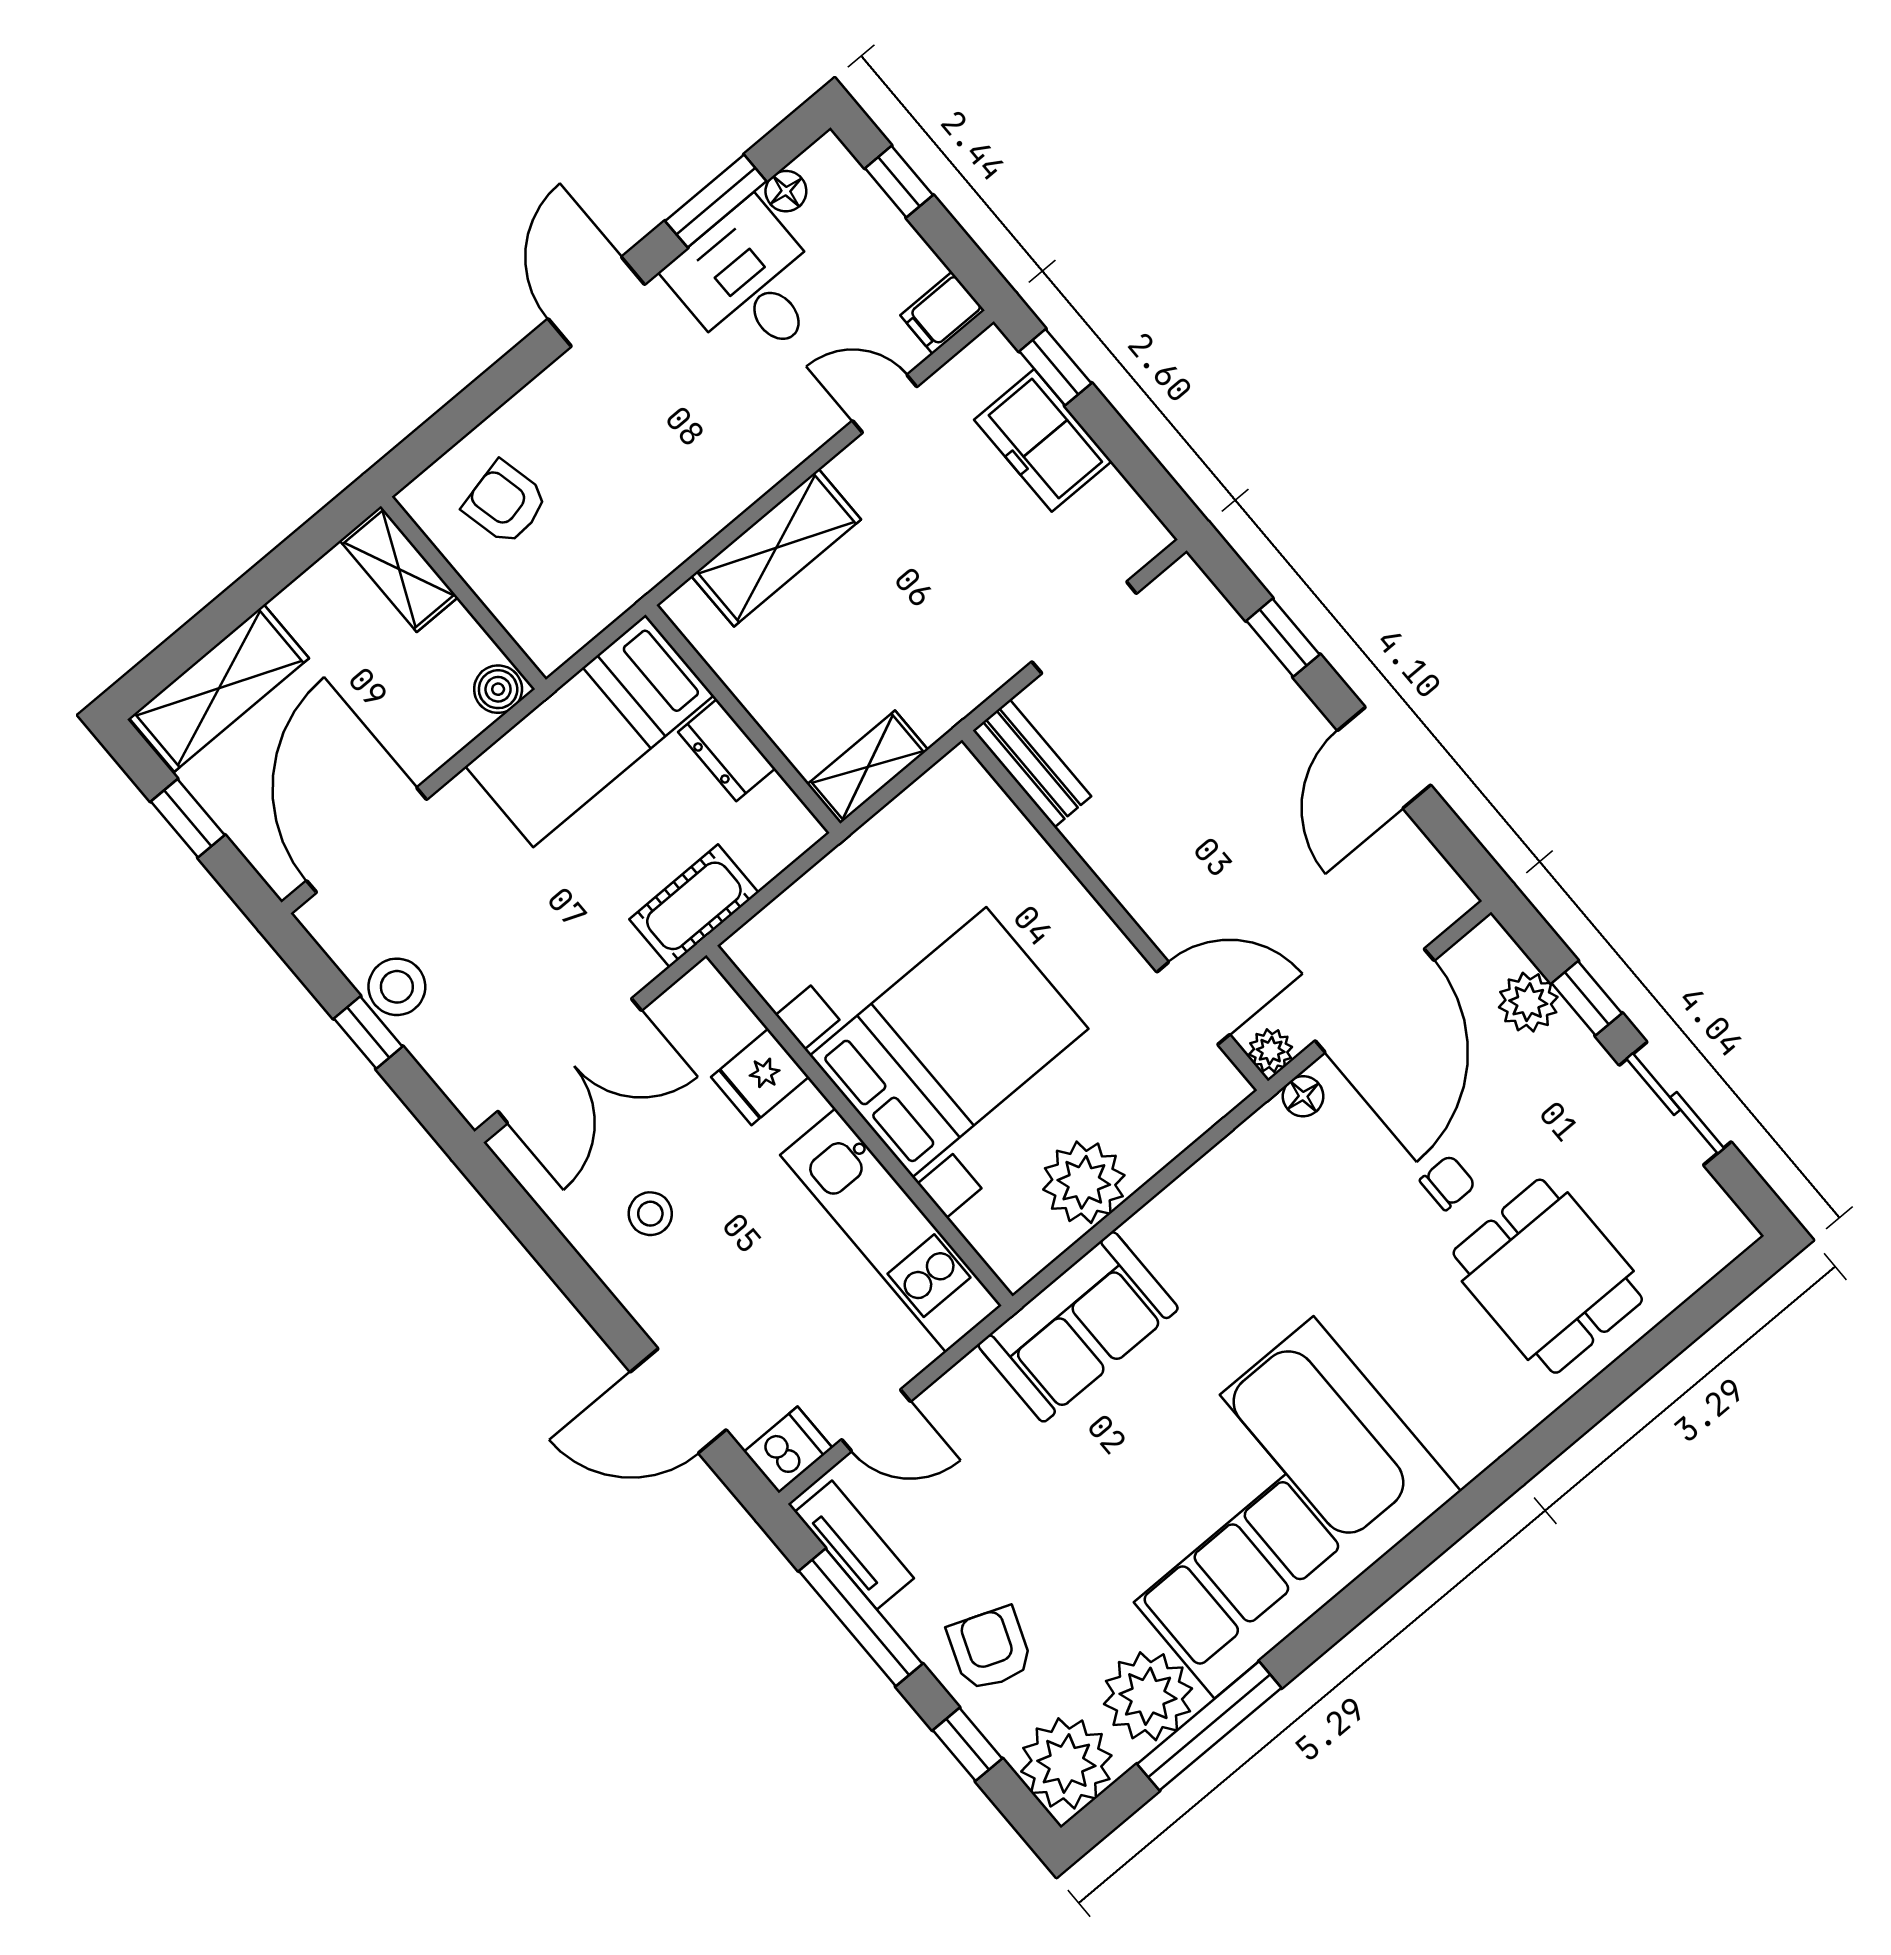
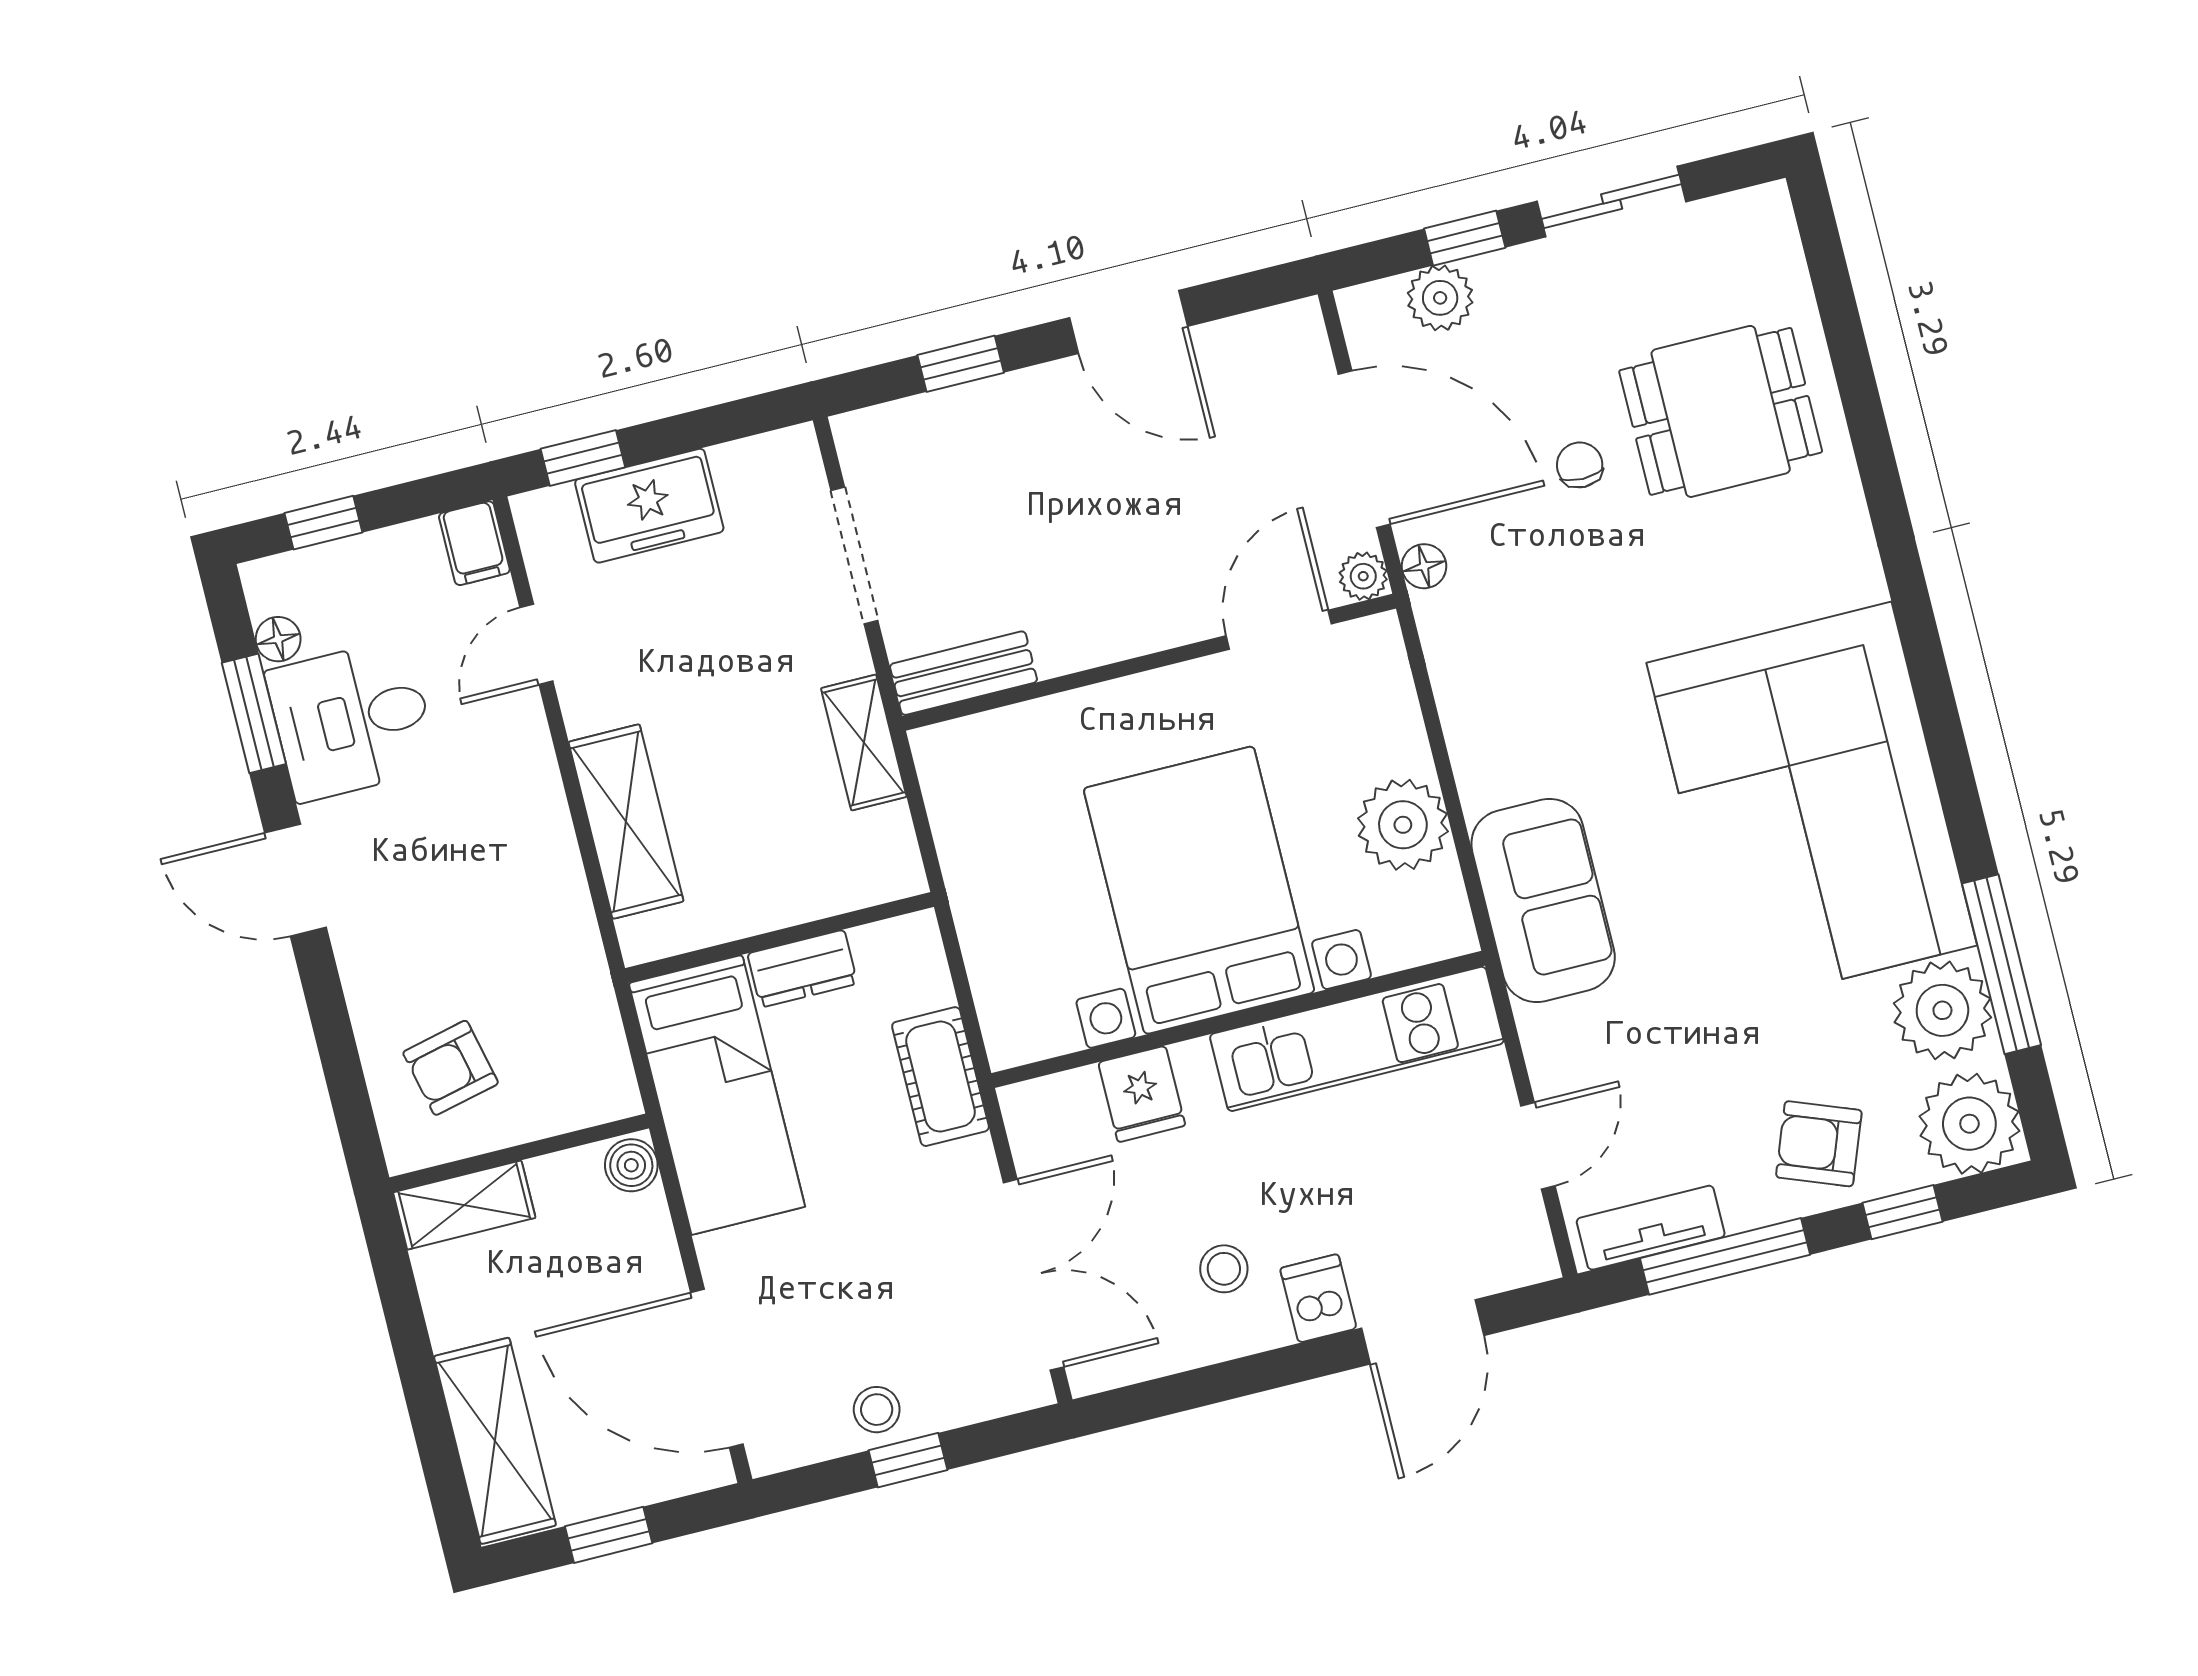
shelving: (868, 767) -> (864, 743), moved
stool: (397, 987) -> (877, 1410), width x0.73, depth x0.73
dishwasher: (788, 1450) -> (1318, 1298), moved

